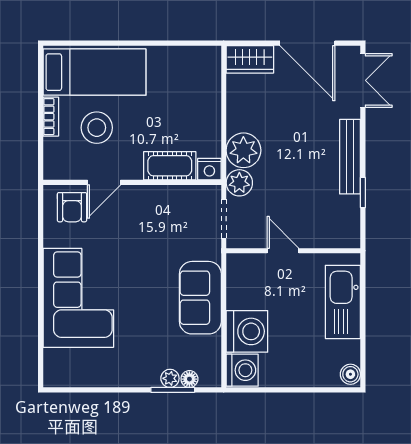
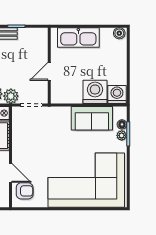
corner sofa: (78, 298) -> (86, 180), width x1.36, depth x1.36
sofa: (200, 298) -> (92, 118), moved

